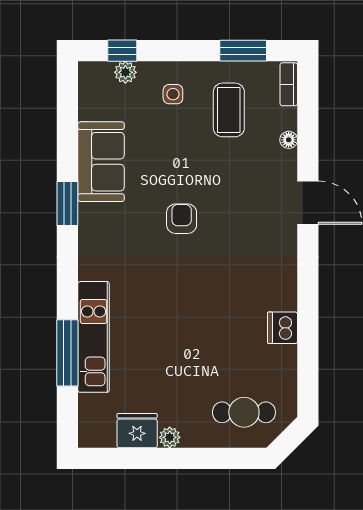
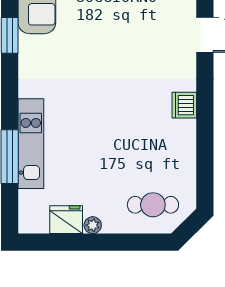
armchair: (182, 219) -> (102, 48), removed
dishwasher: (282, 328) -> (184, 105), moved

